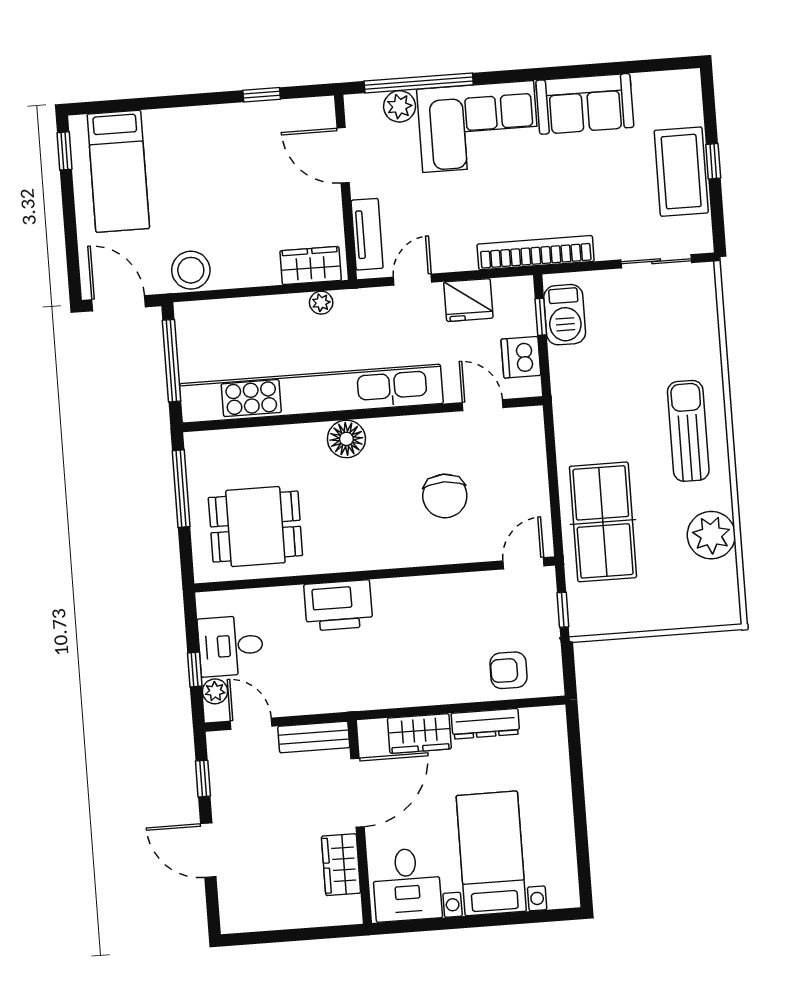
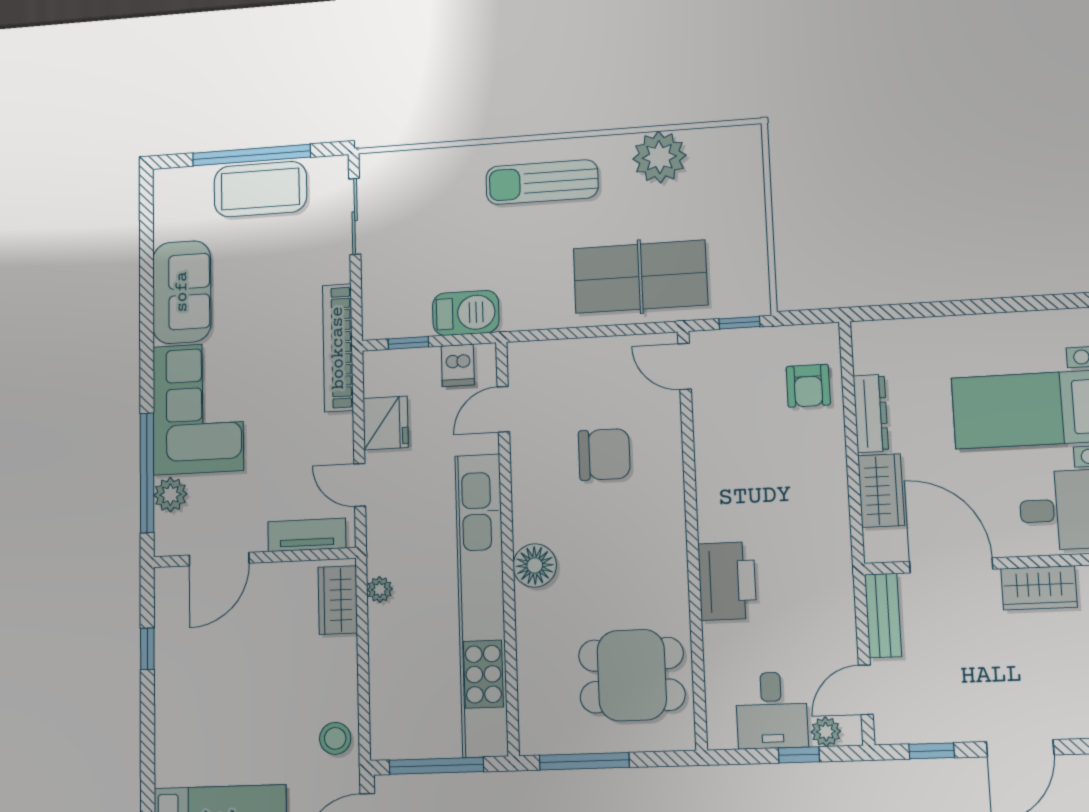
window: (713, 161) -> (251, 155), width x3.17
stool: (191, 270) -> (335, 738), width x0.73, depth x0.73
barbecue: (565, 315) -> (466, 313), moved
dishwasher: (521, 357) -> (458, 365), width x0.73
dining table: (255, 527) -> (632, 675), turned 90

